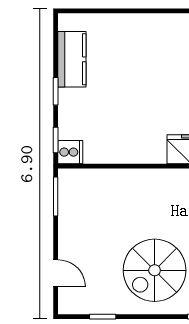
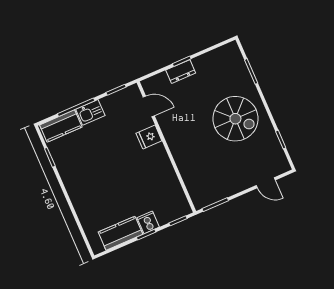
cooker: (70, 152) -> (148, 222), moved
door: (56, 273) -> (266, 183), swing flipped

